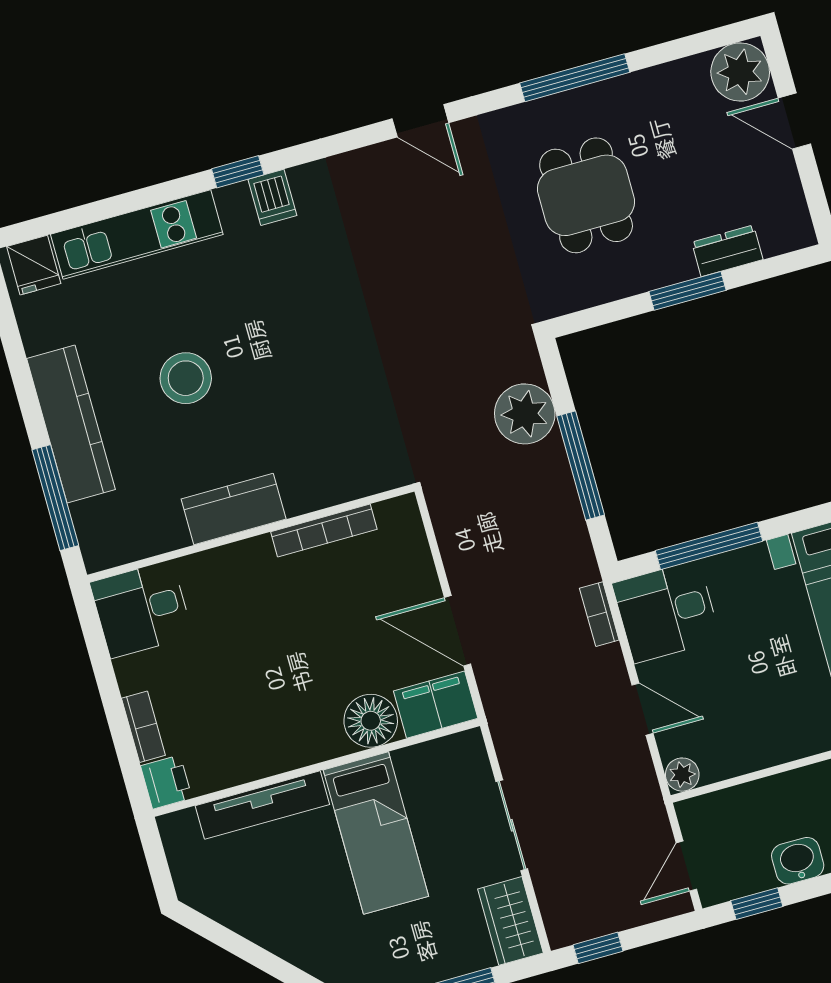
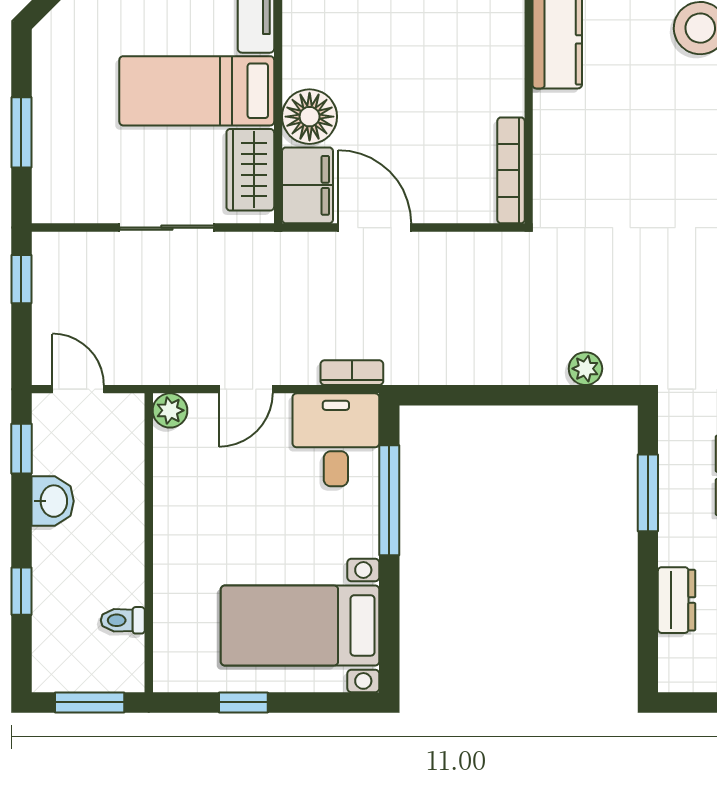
window: (687, 291) -> (648, 493), moved
plant: (525, 414) -> (585, 369), width x0.53, depth x0.53
window: (581, 465) -> (504, 395), removed
bookcase: (324, 531) -> (511, 170), moved
door: (457, 631) -> (375, 228), hinge flipped
wardrobe: (510, 921) -> (250, 170), moved, turned -90

